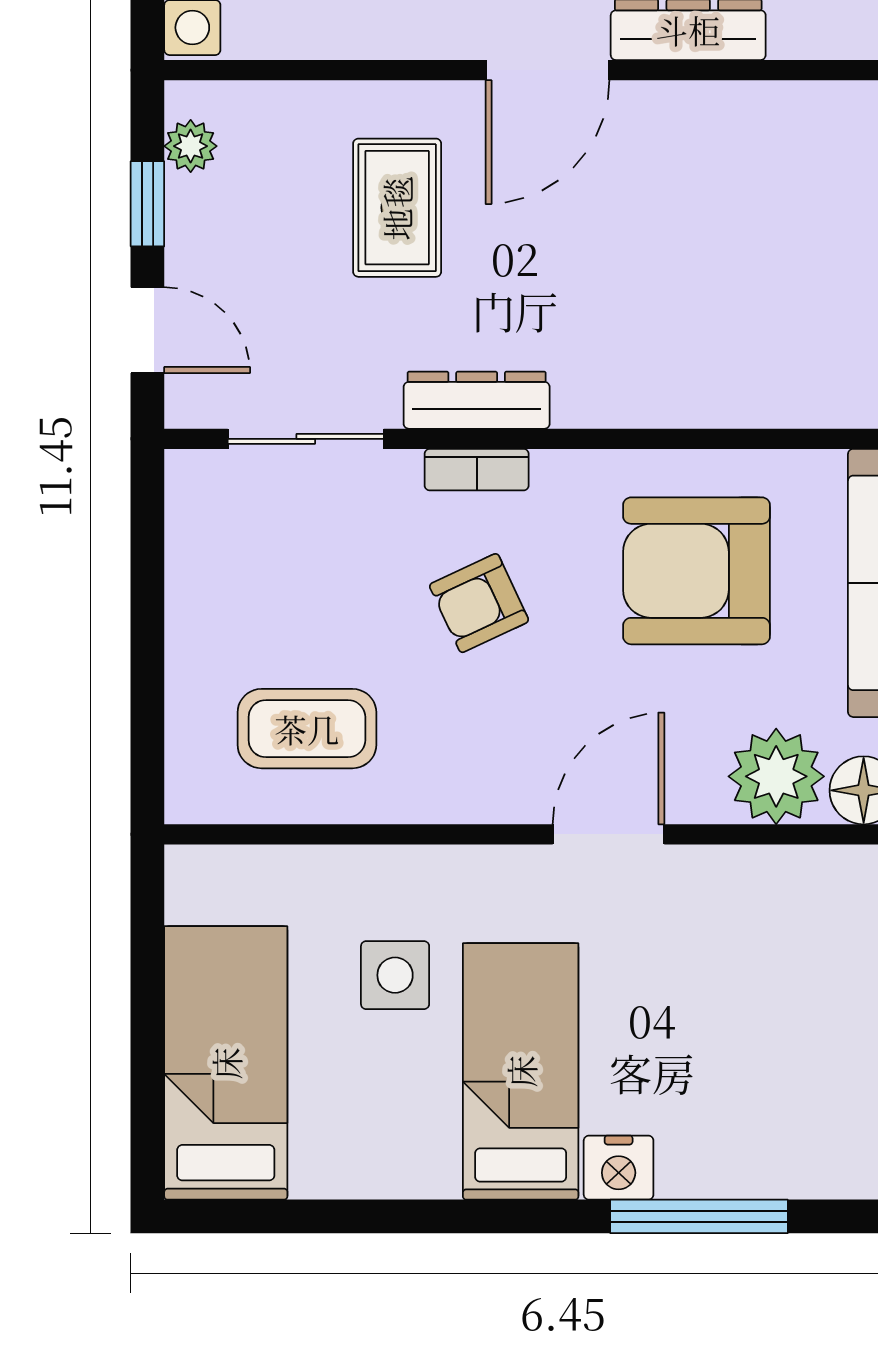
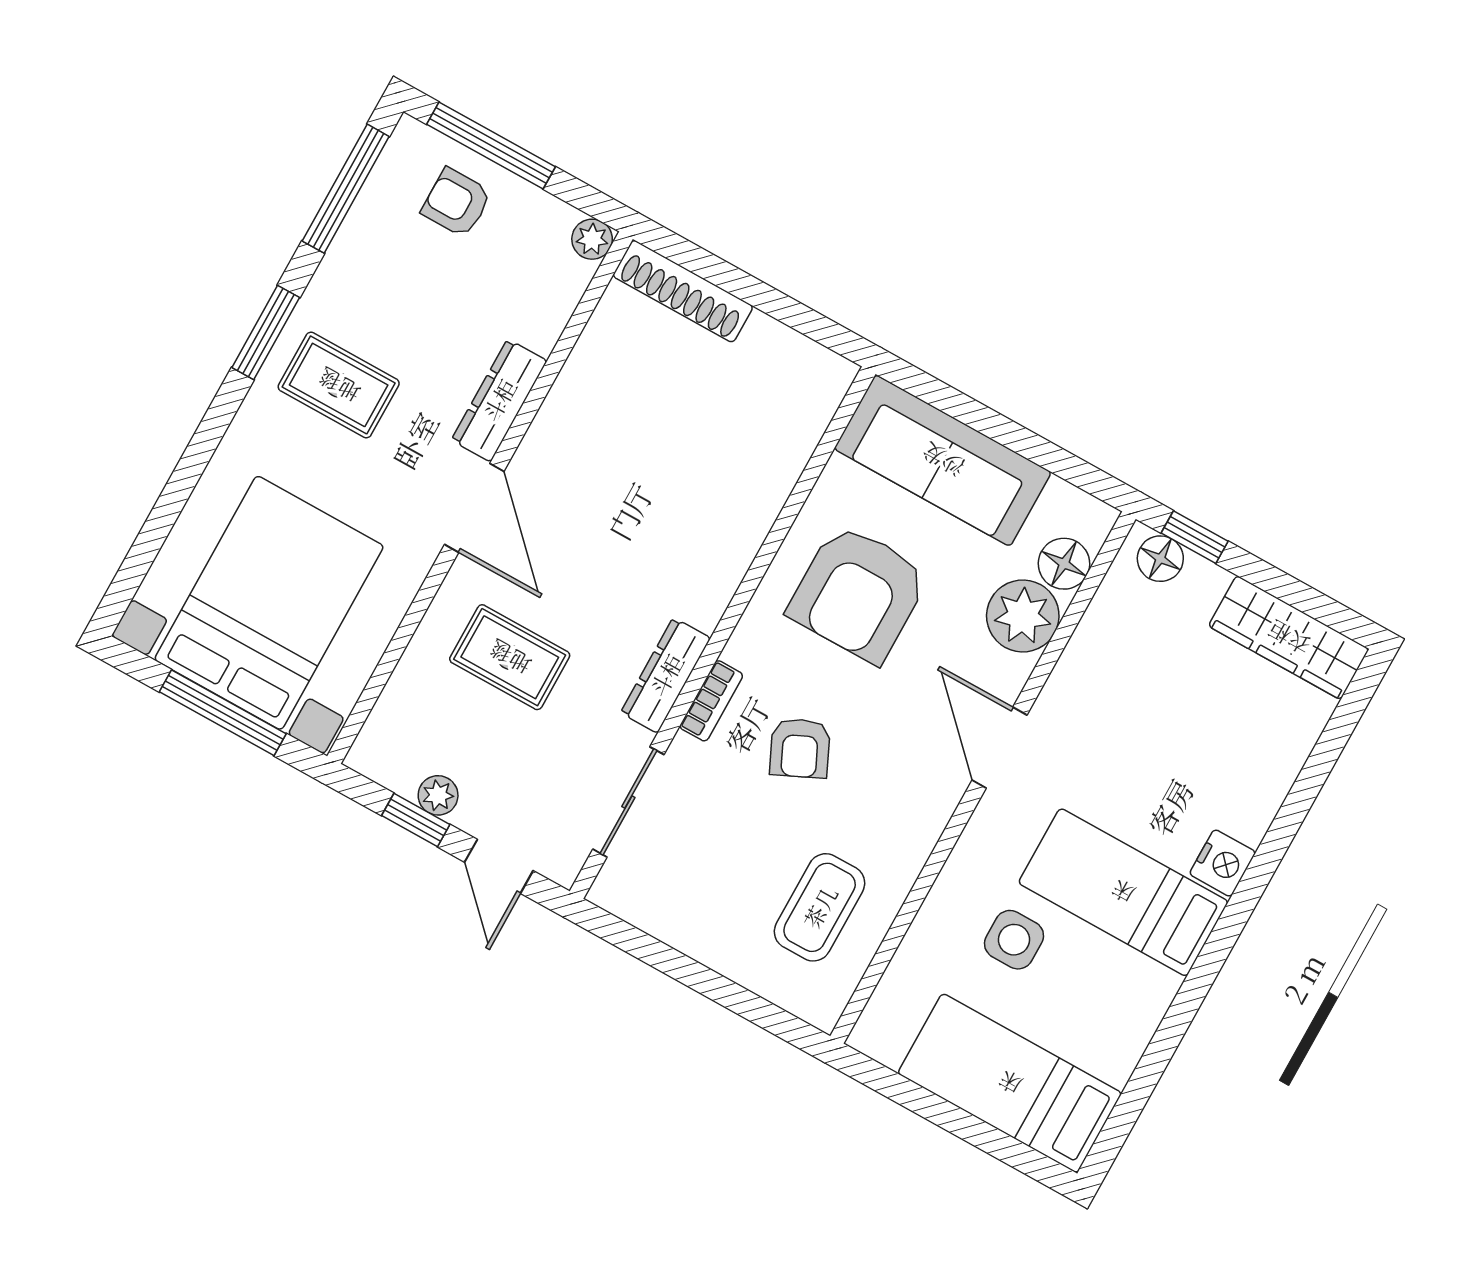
plant: (191, 146) -> (438, 795), moved
door: (147, 330) -> (499, 866), swing flipped
window: (699, 1216) -> (1284, 828), removed

